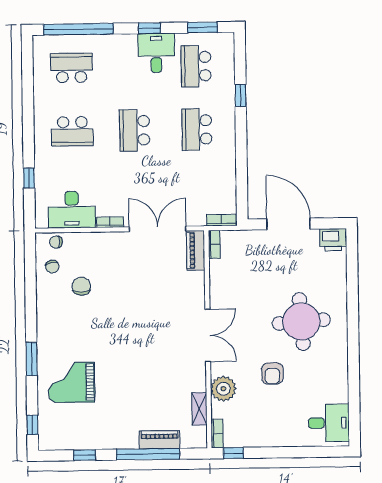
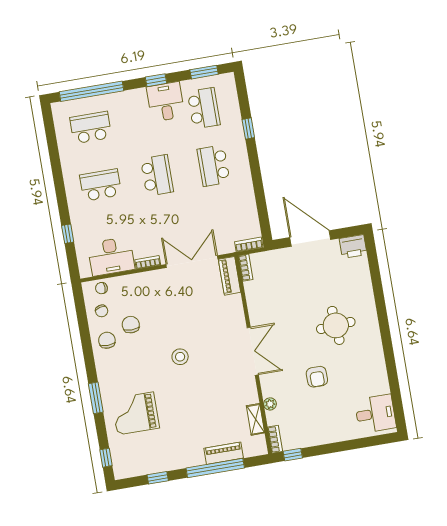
school desk: (196, 66) -> (204, 108), turned 180
school desk: (135, 130) -> (157, 175), turned 180
school desk: (72, 131) -> (101, 185), turned 180
chair: (53, 299) -> (107, 340), added
round table: (301, 322) -> (336, 325), width x0.73, depth x0.73
stool: (129, 329) -> (180, 357), added
plant: (223, 389) -> (270, 404), width x0.53, depth x0.53

